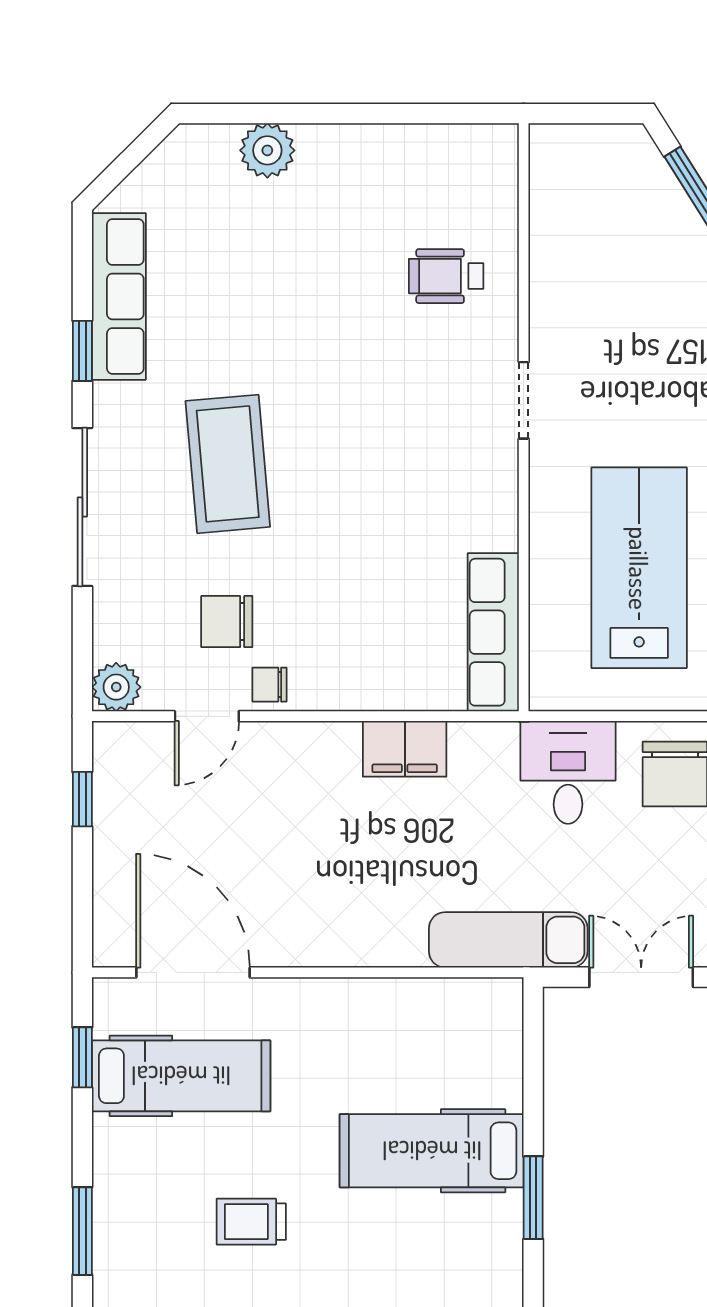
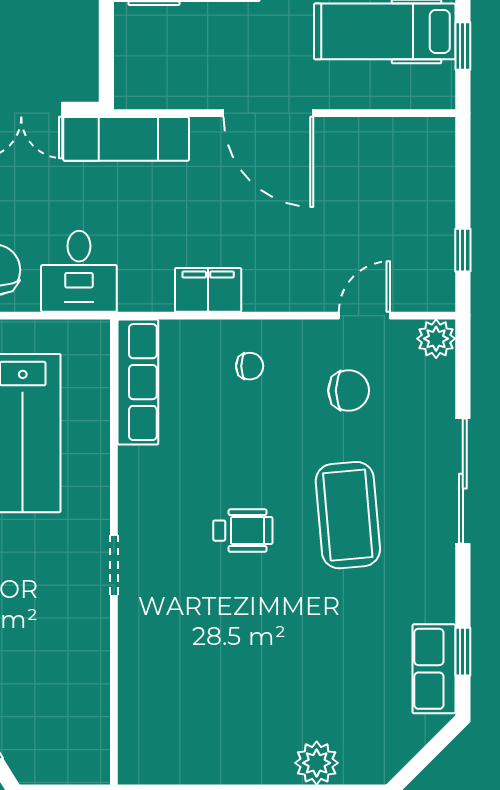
wheelchair: (446, 276) -> (243, 531), moved
row of seats: (119, 296) -> (434, 669), width x0.68
window: (82, 351) -> (463, 652), moved
chair: (269, 685) -> (250, 366), moved
door: (193, 972) -> (268, 113), moved

